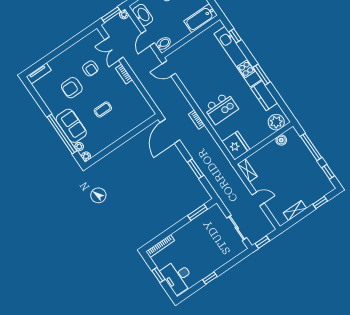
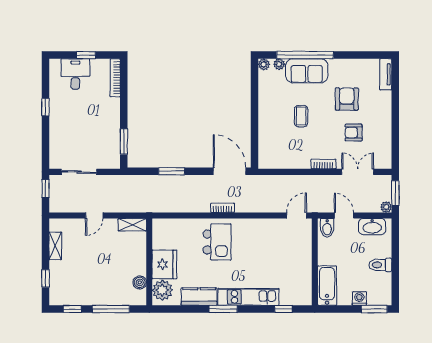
kitchen unit: (238, 57) -> (248, 297), width x0.73
kitchen island: (221, 108) -> (217, 242), turned 180
fridge: (236, 146) -> (164, 264), moved, turned -90
desk: (178, 277) -> (75, 74), width x0.73

